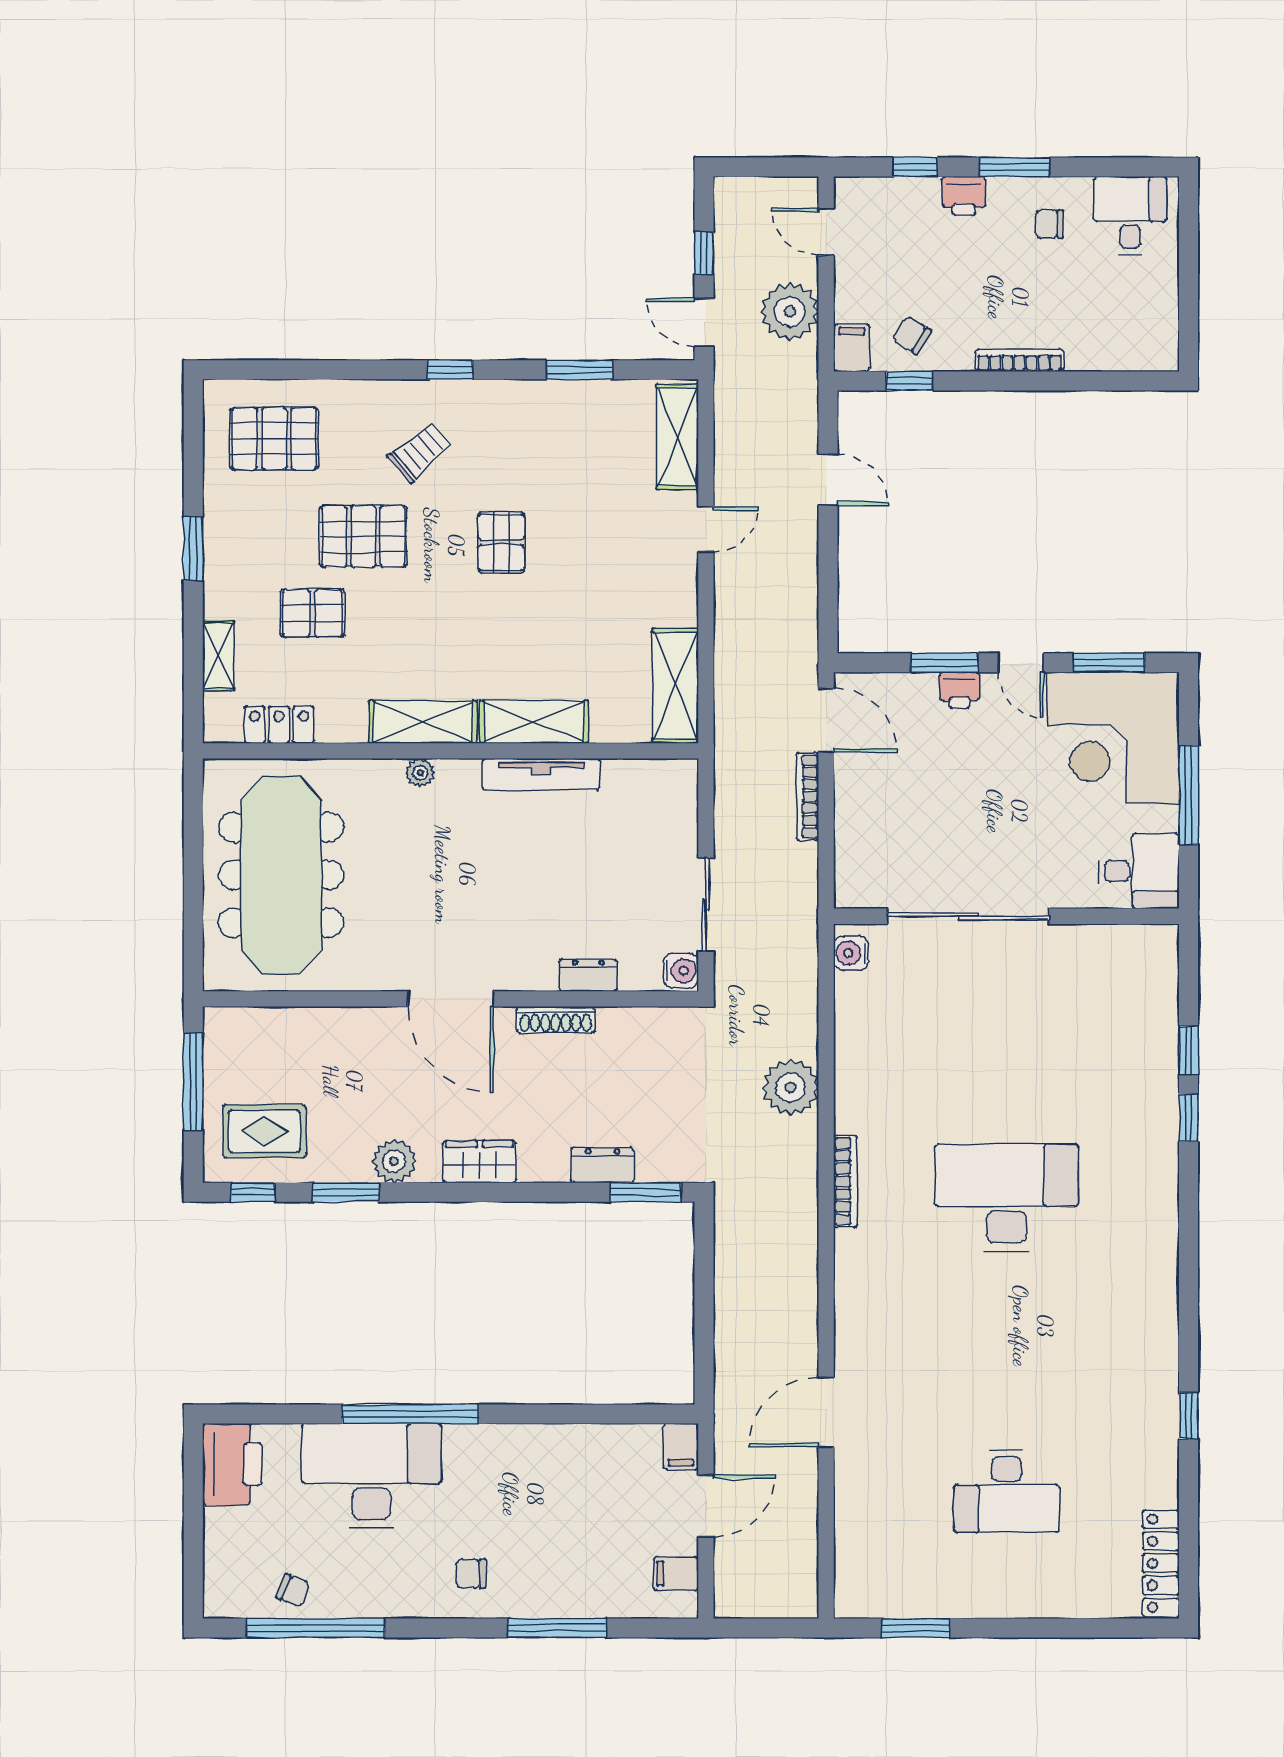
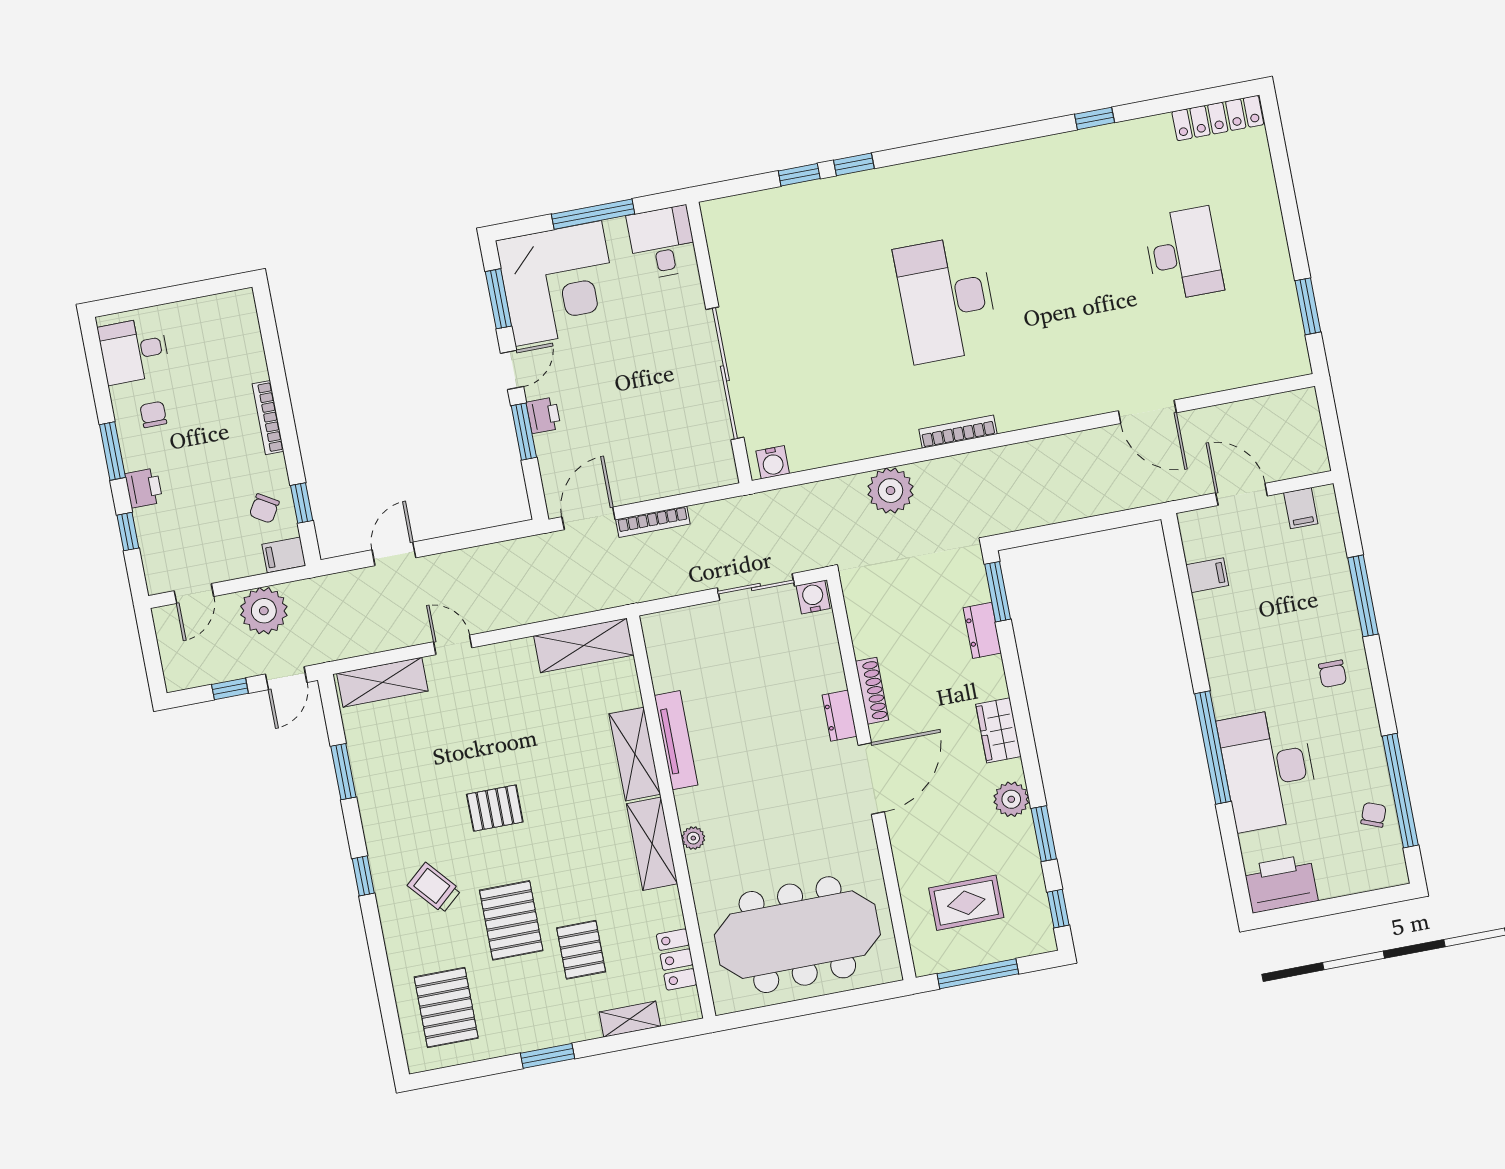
chair: (1049, 224) -> (153, 414), turned 180
dresser: (588, 975) -> (840, 716), moved
rug: (264, 1131) -> (966, 903), moved, turned 90
filing cabinet: (681, 1447) -> (1207, 575), moved

